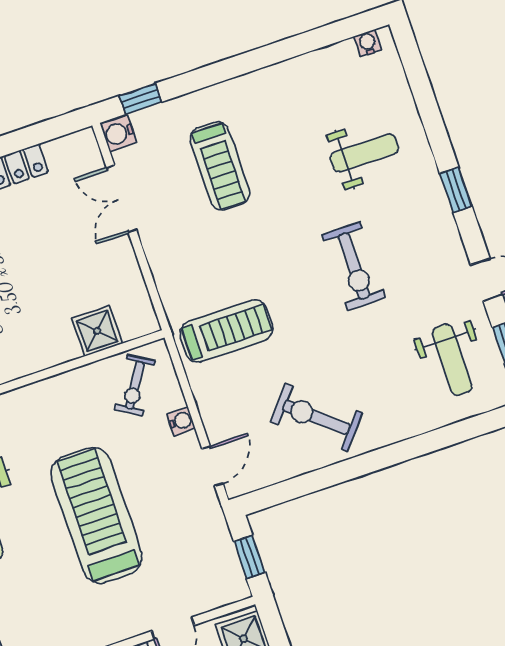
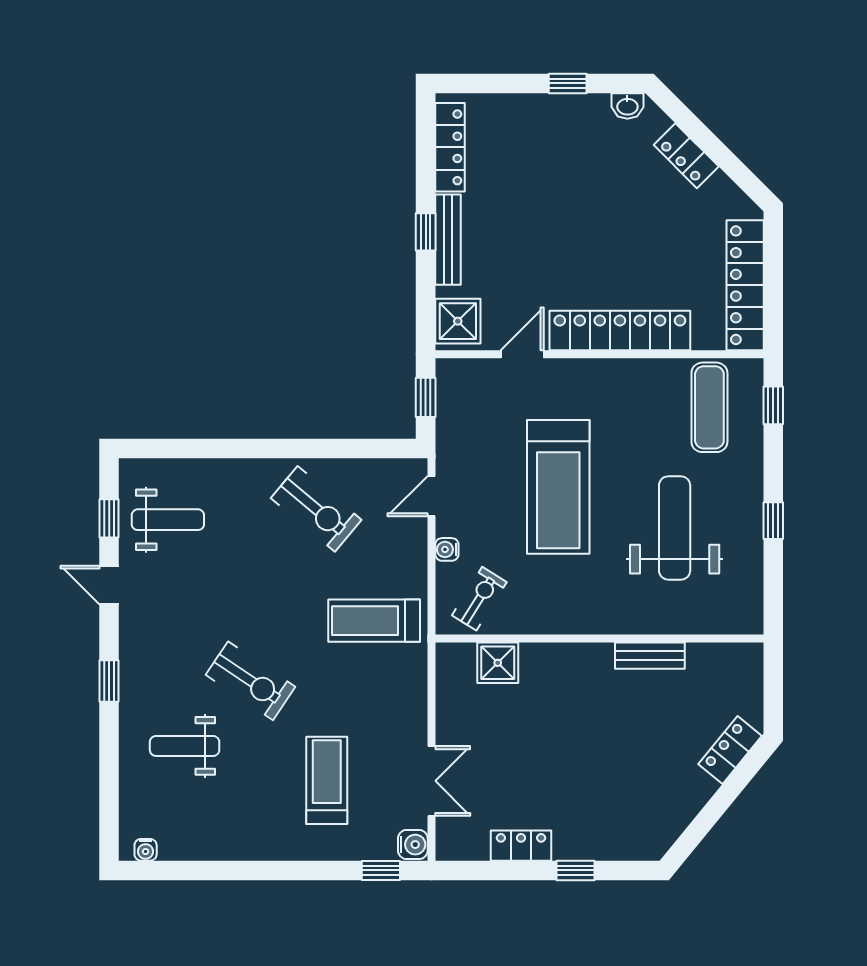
exercise bike: (354, 266) -> (250, 681), moved, turned 124
weight bench: (452, 360) -> (168, 520), turned 90

